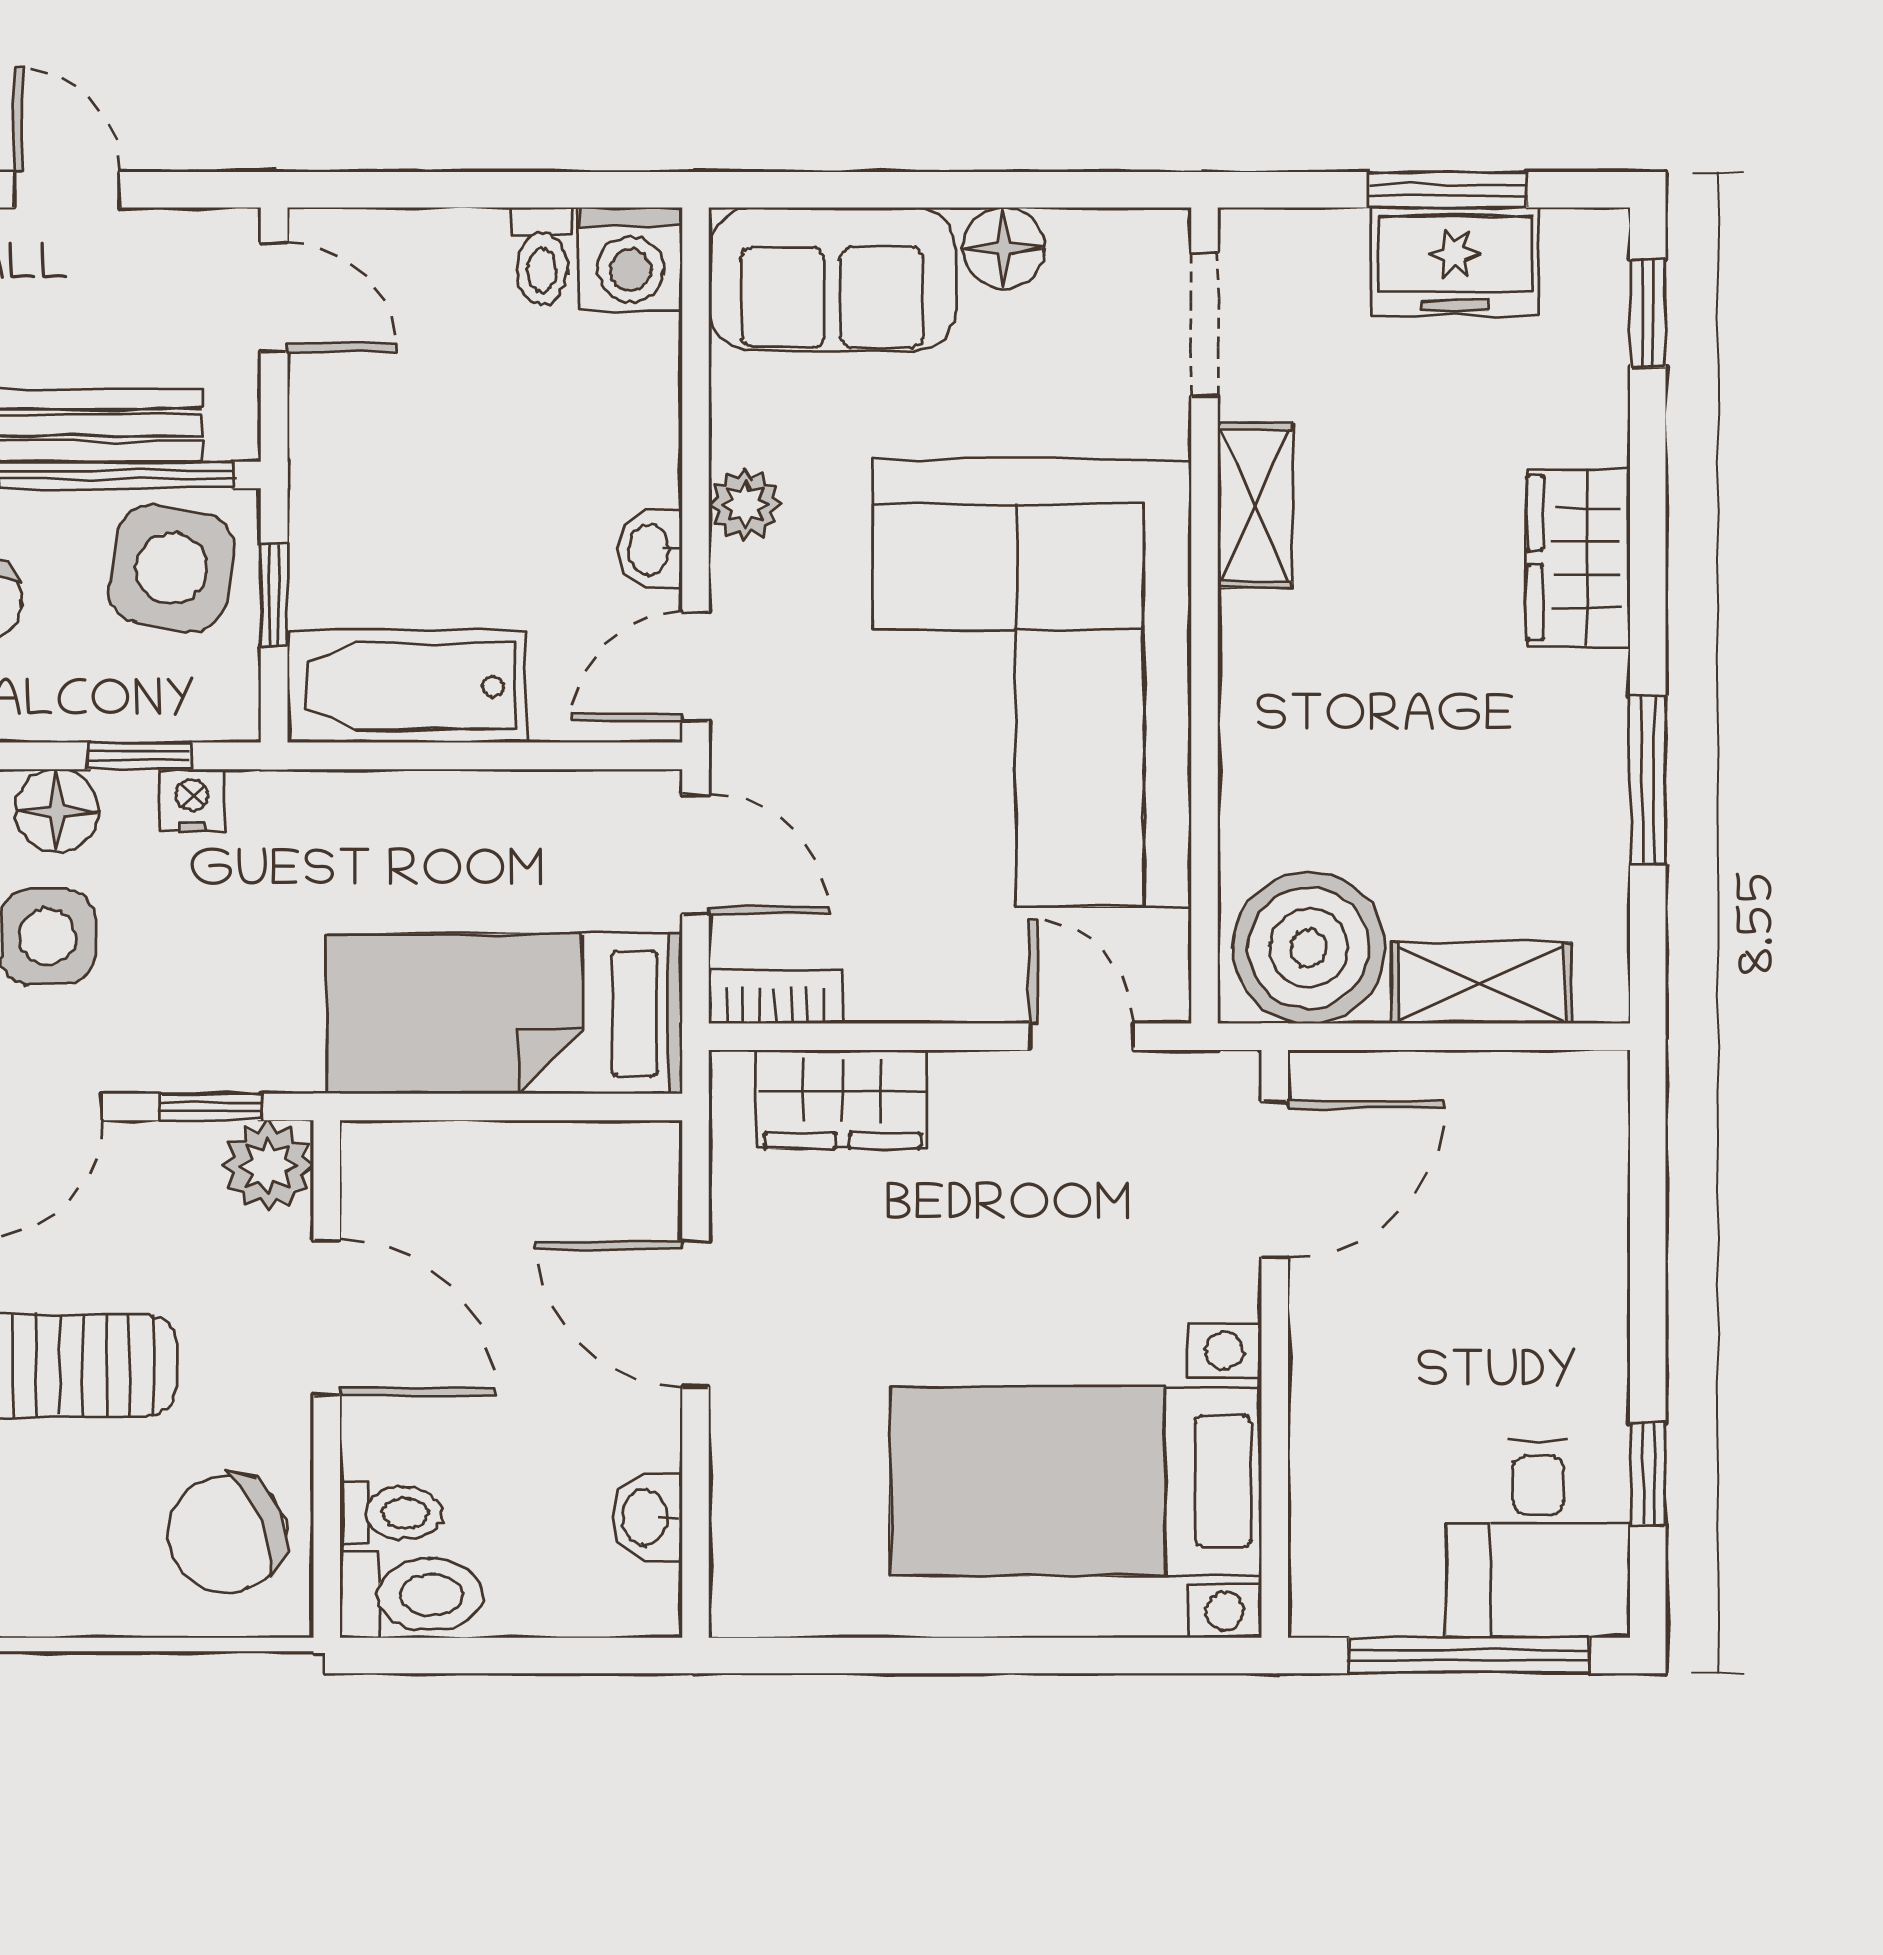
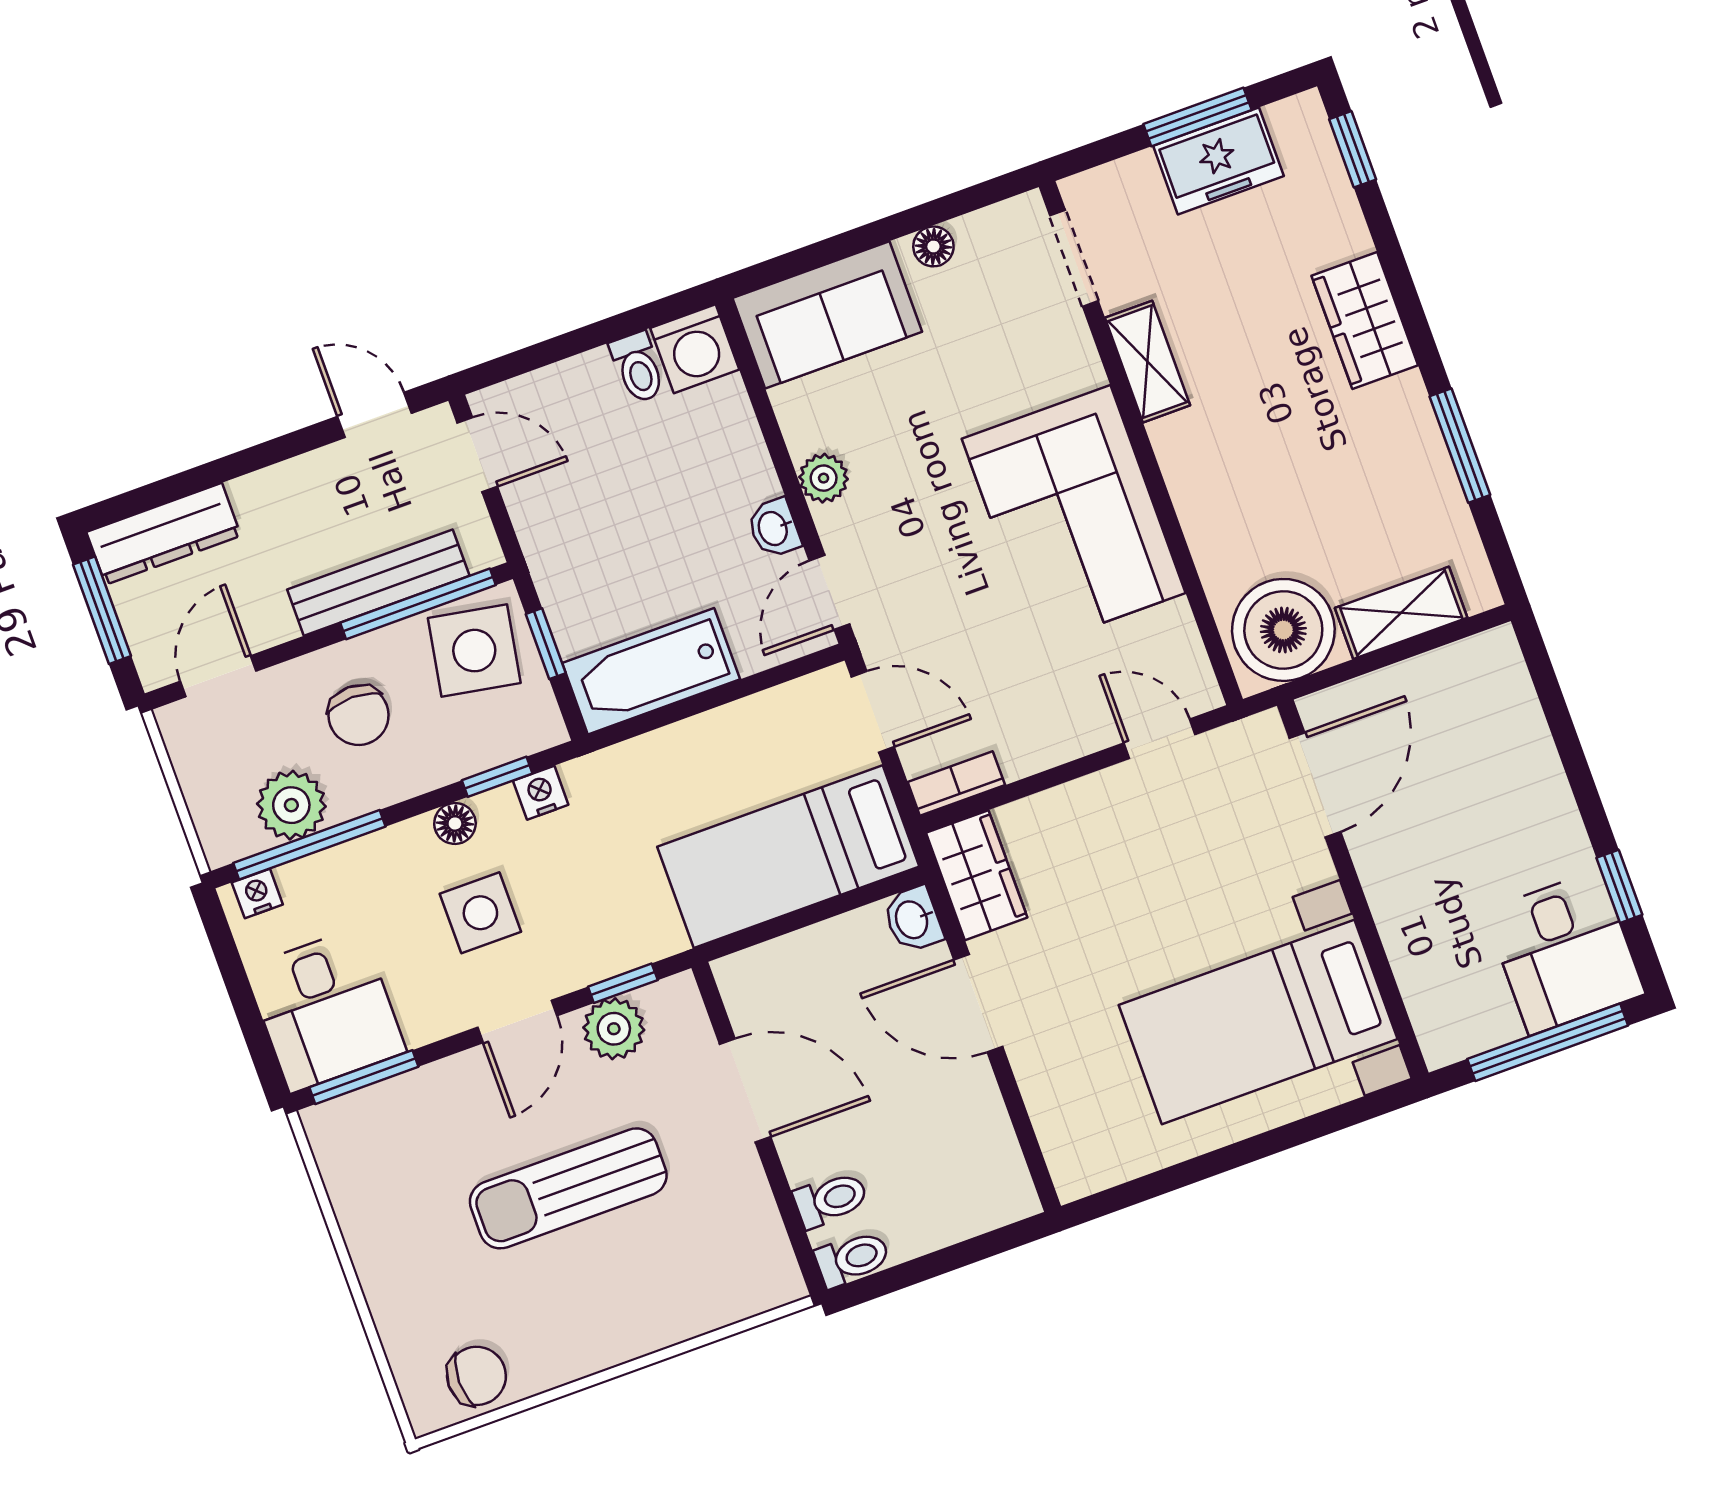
door: (67, 190) -> (375, 415), moved
floor lamp: (1004, 248) -> (933, 246), width x0.73, depth x0.73
corner sofa: (1032, 683) -> (1074, 516), width x0.73, depth x0.74
floor lamp: (57, 811) -> (455, 823), width x0.73, depth x0.73
wardrobe: (842, 1099) -> (977, 875), moved, turned -90
plant: (268, 1166) -> (614, 1029), moved
washbasin: (647, 1517) -> (913, 919), moved
chair: (227, 1534) -> (731, 1251), removed
toilet: (411, 1595) -> (852, 1259), width x0.73, depth x0.72

